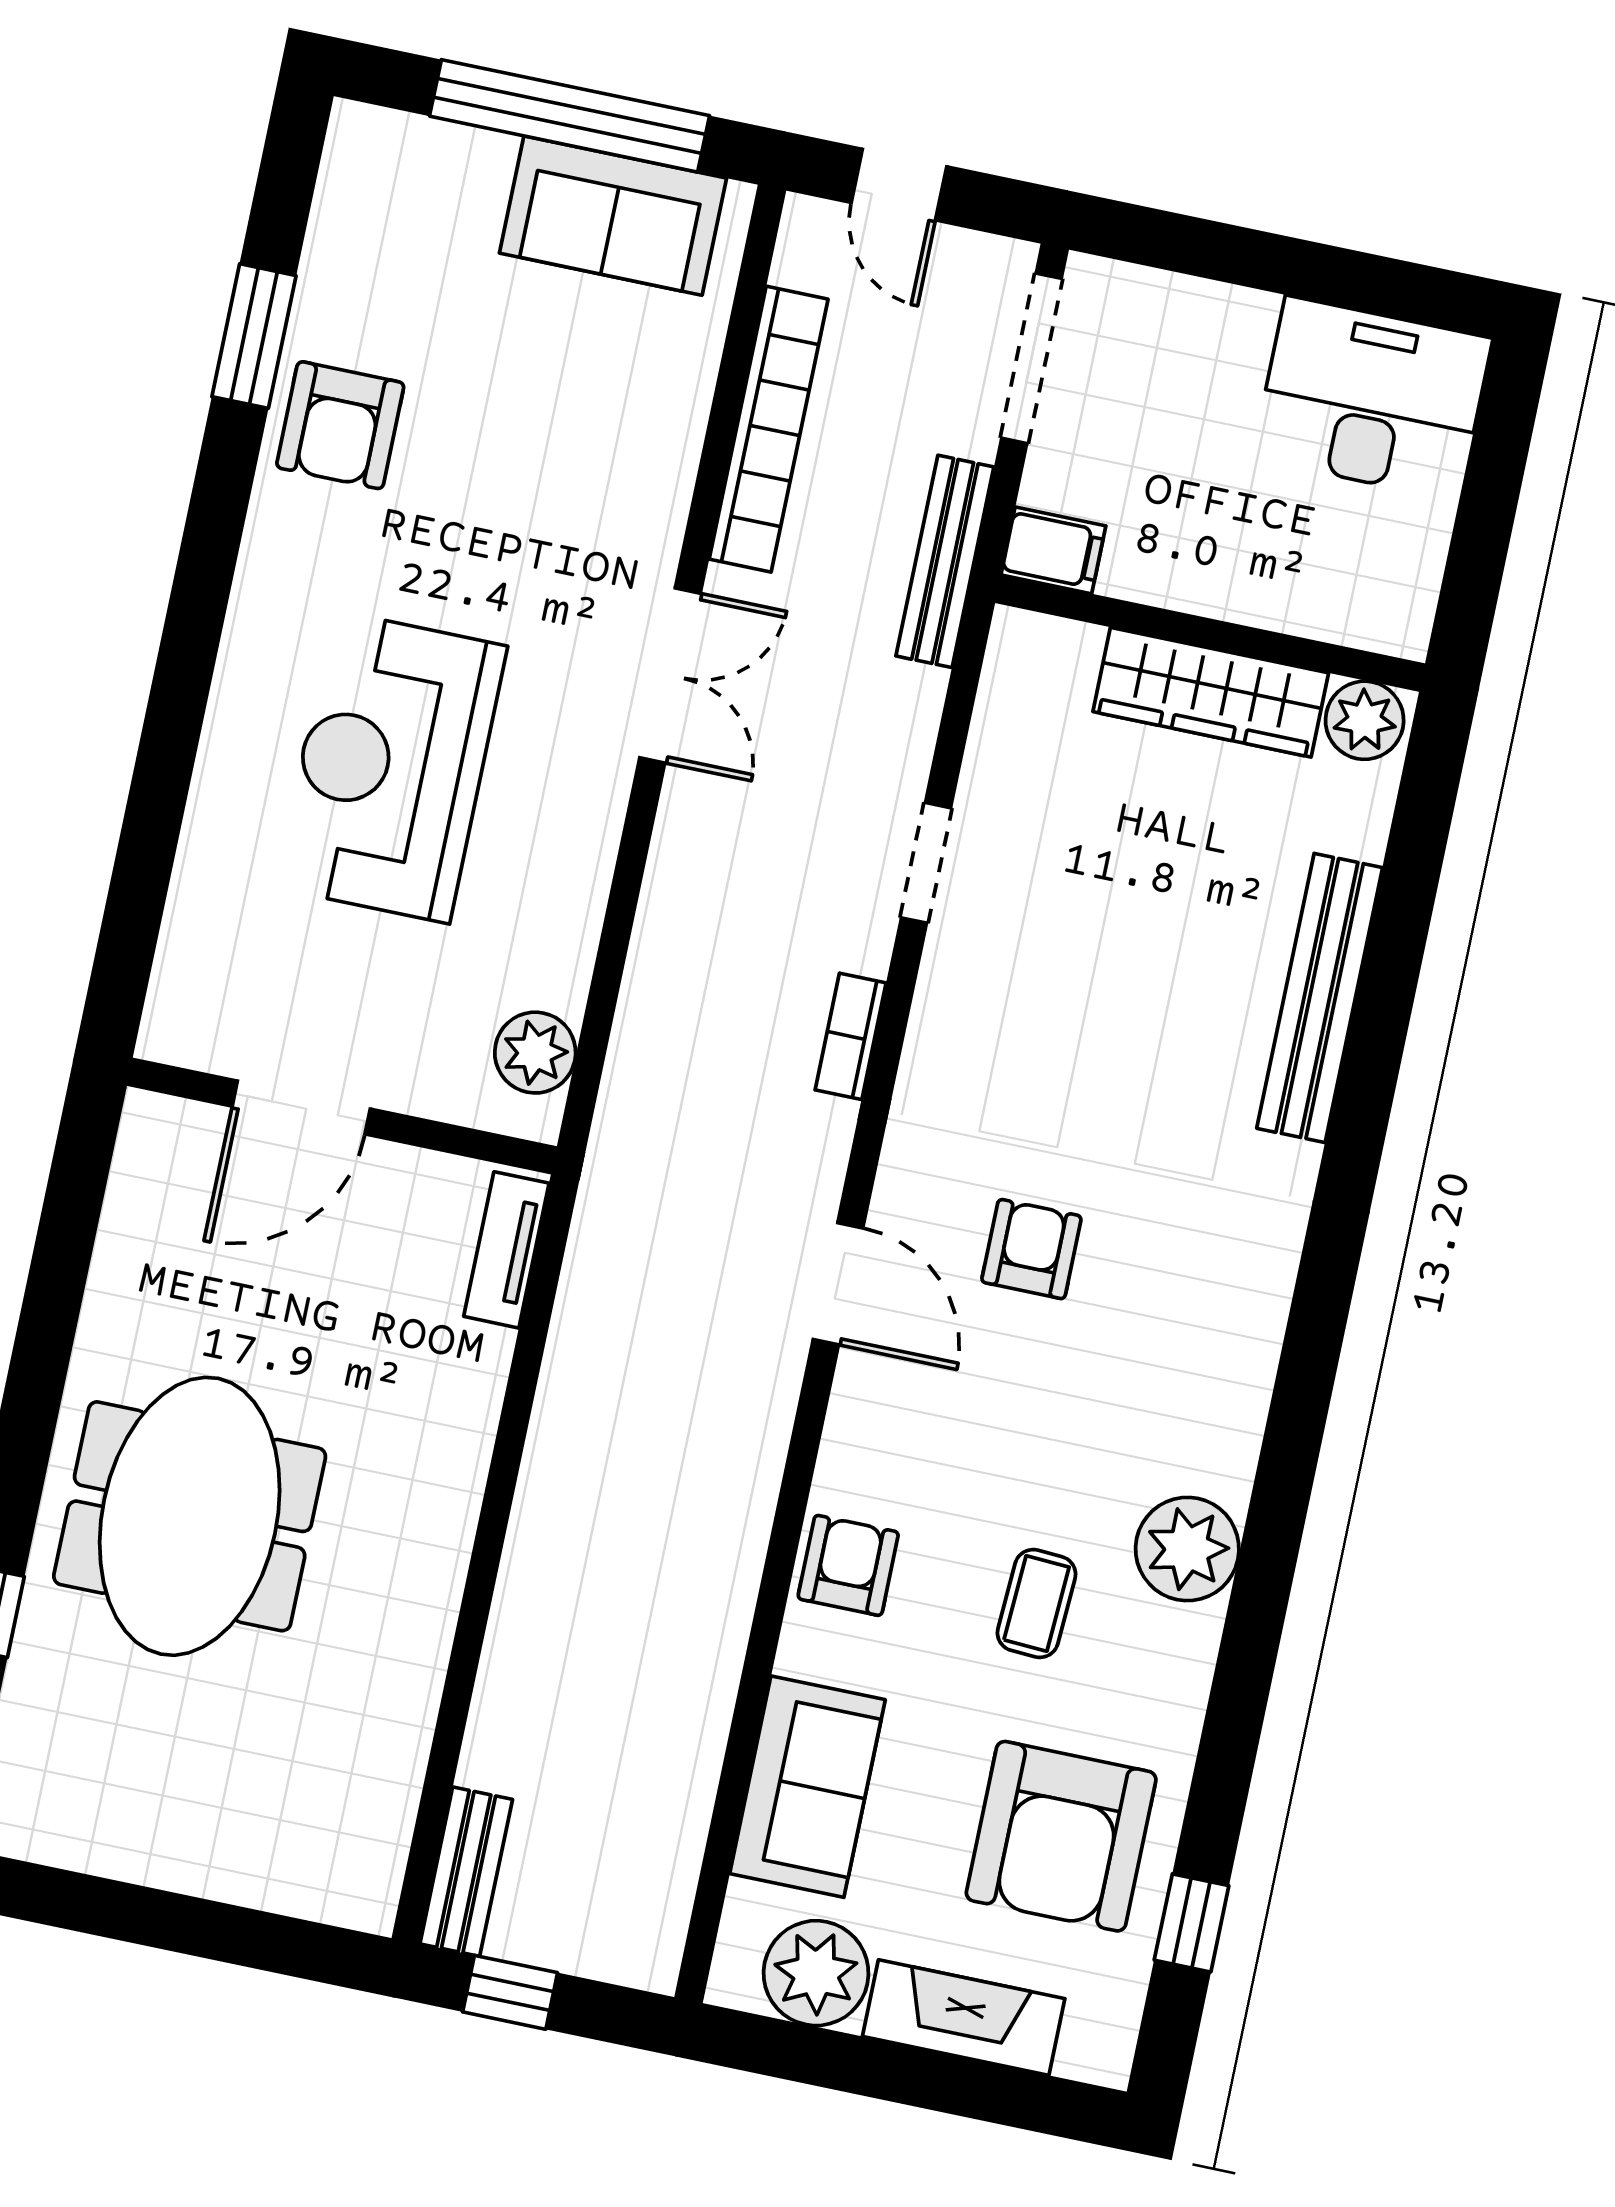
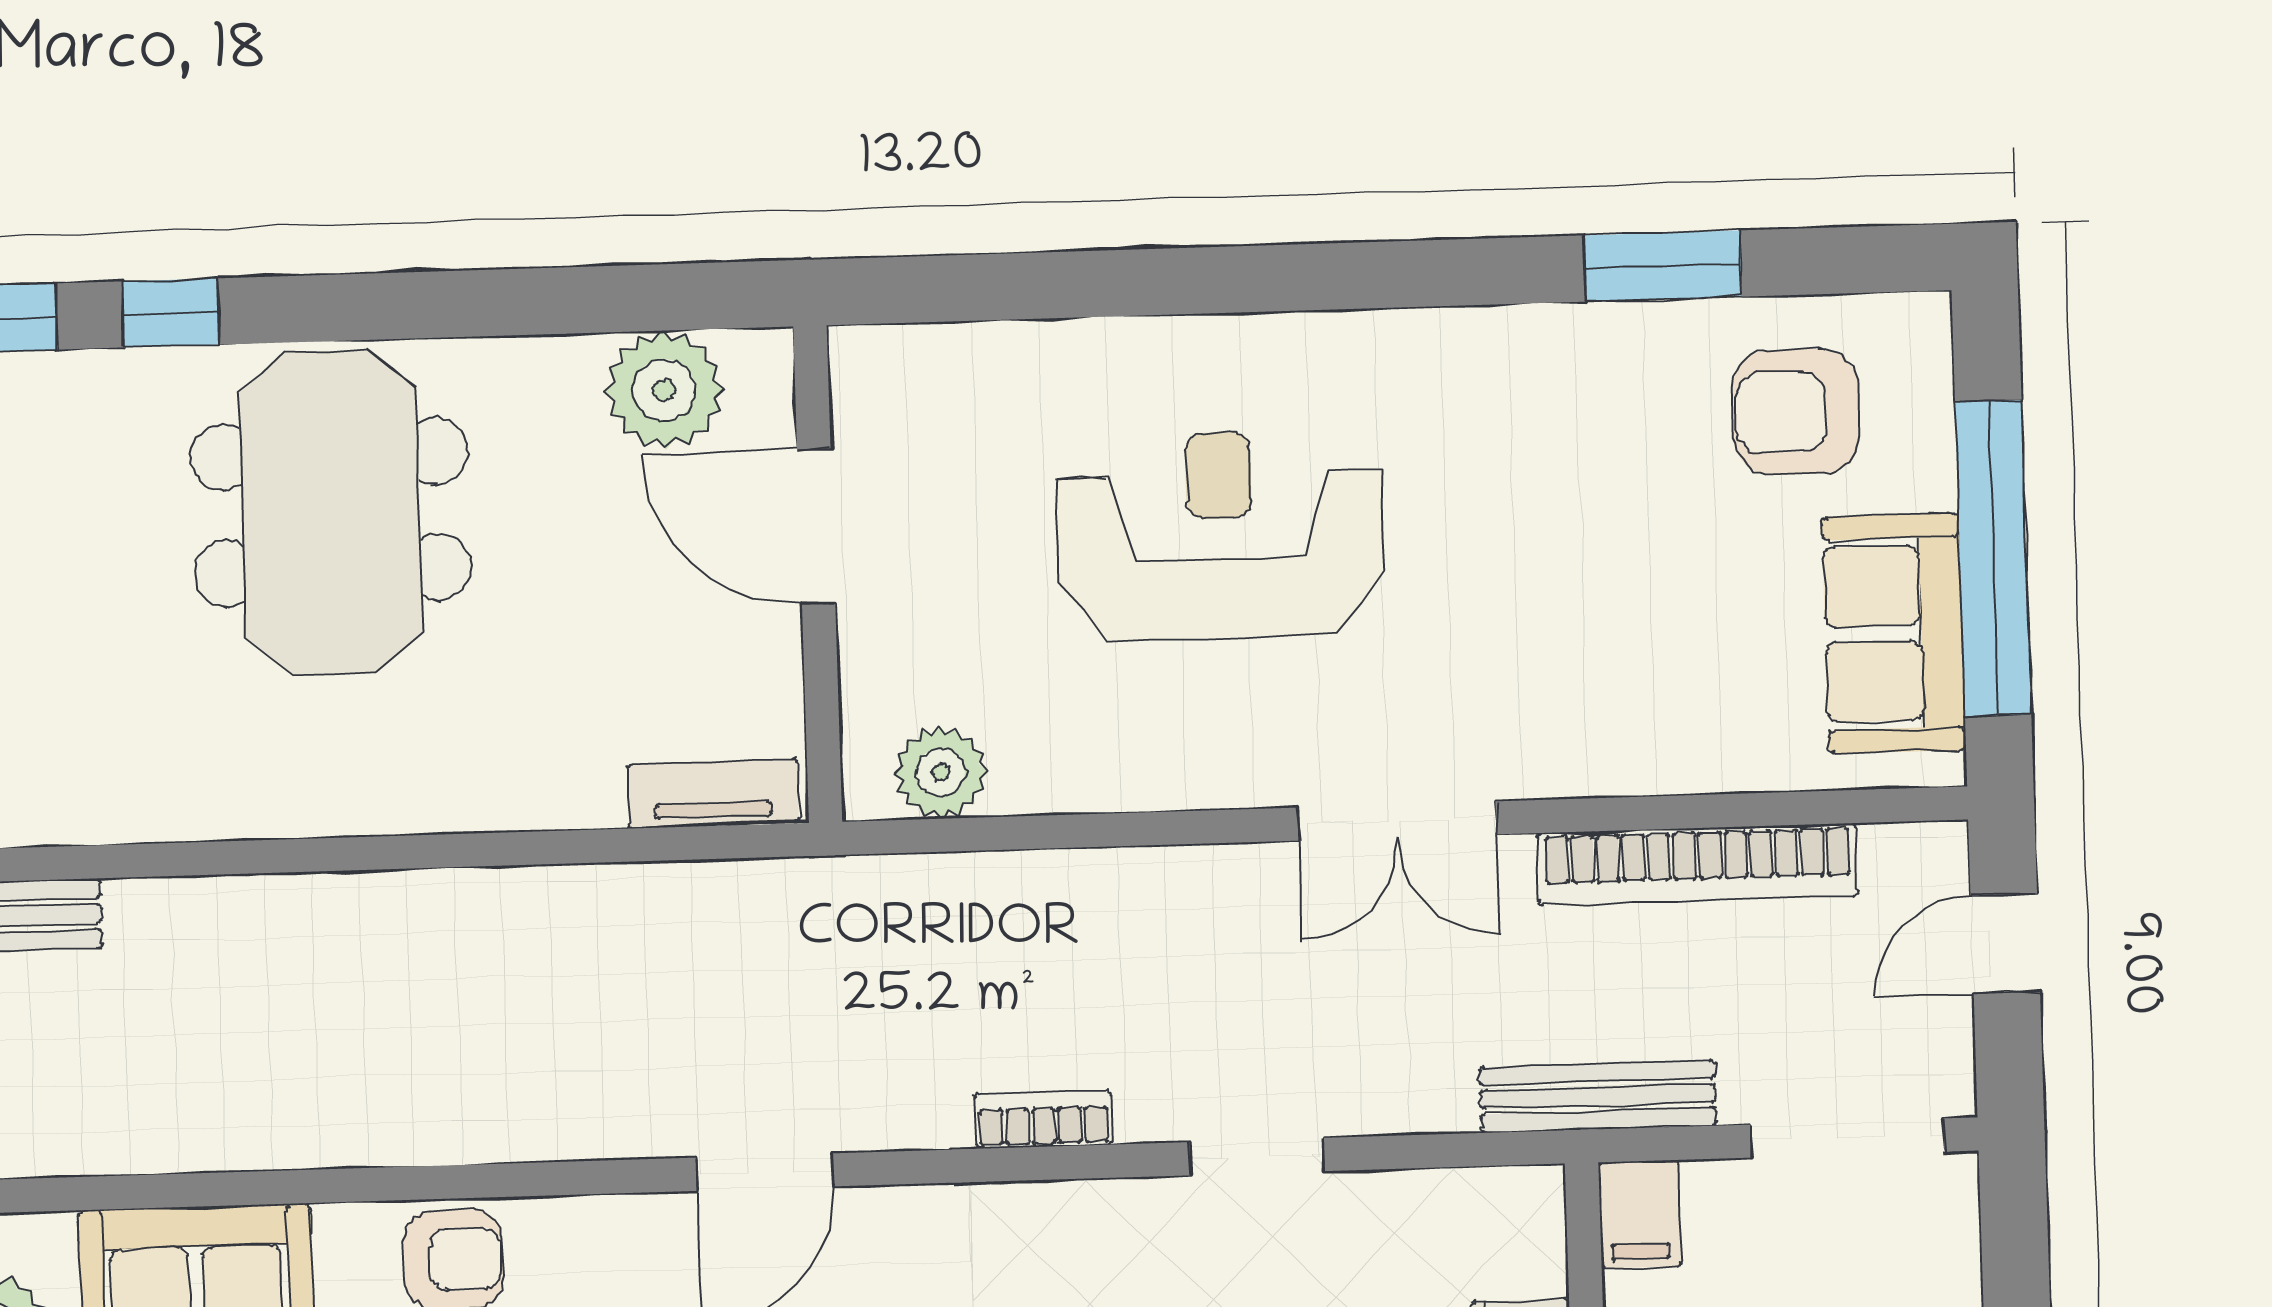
armchair: (340, 425) -> (1796, 412), moved
plant: (154, 1209) -> (664, 390), added
meeting table: (190, 1516) -> (331, 512), turned 90

